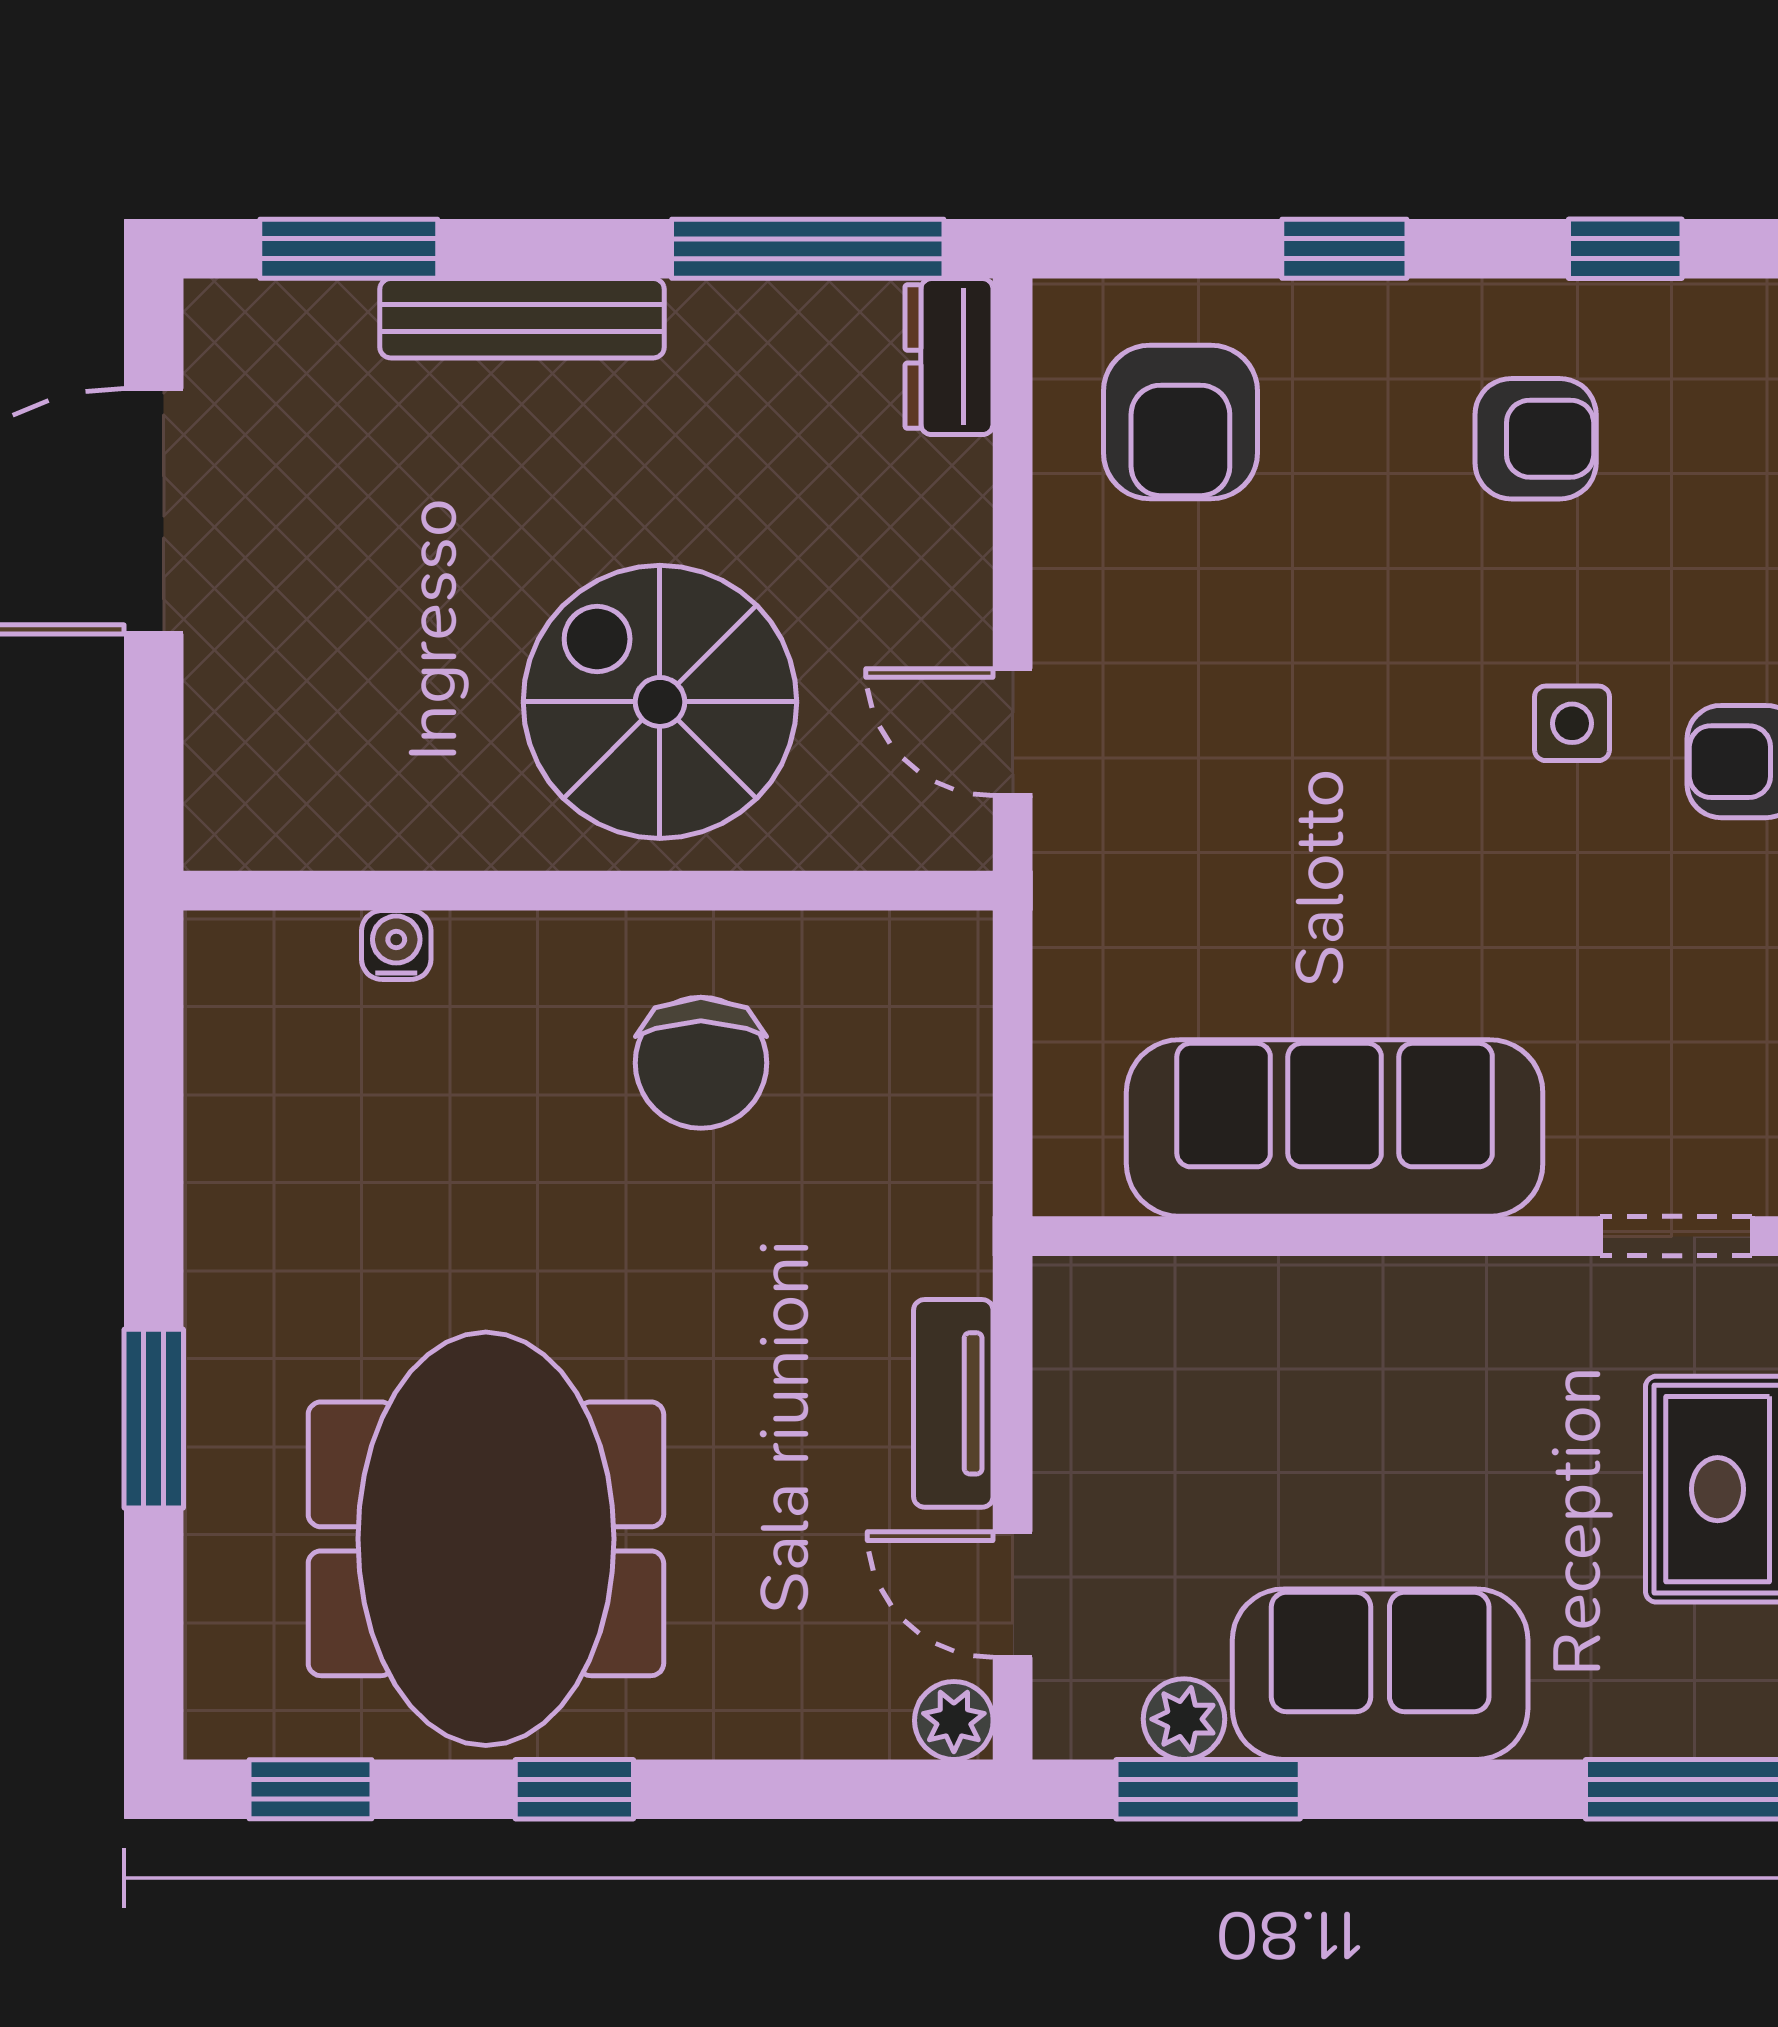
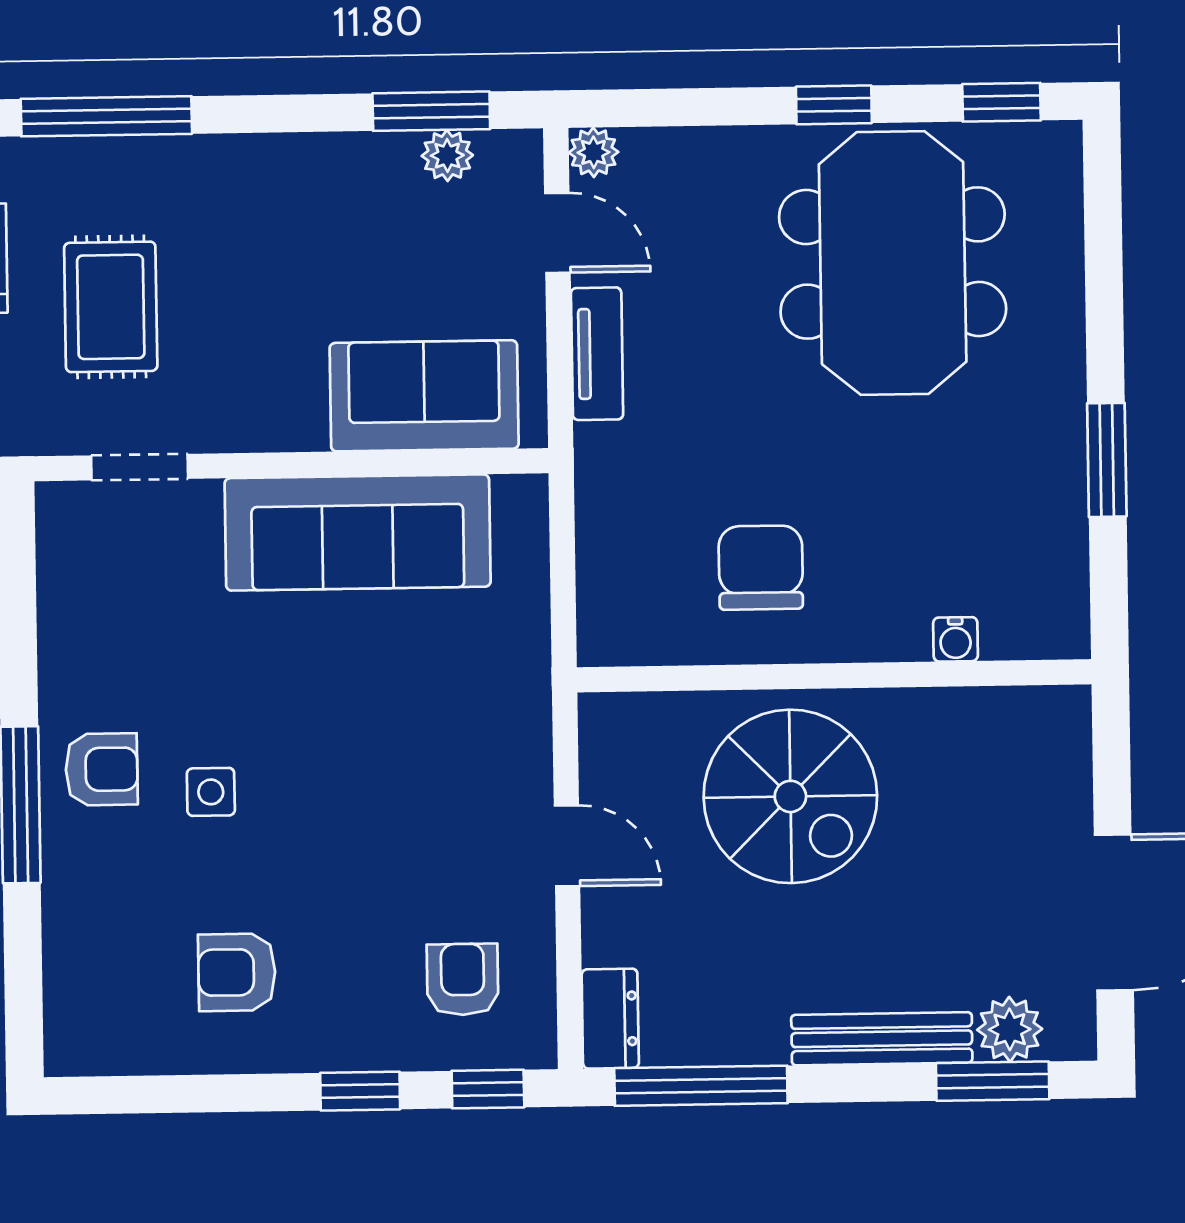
window: (1625, 249) -> (488, 1089), moved
plant: (321, 330) -> (1010, 1029), added
armchair: (1180, 422) -> (463, 979), width x0.72, depth x0.72
door: (1013, 732) -> (567, 846), moved
window: (154, 1419) -> (1107, 460), moved
sofa: (1380, 1674) -> (424, 396), moved, turned 180

